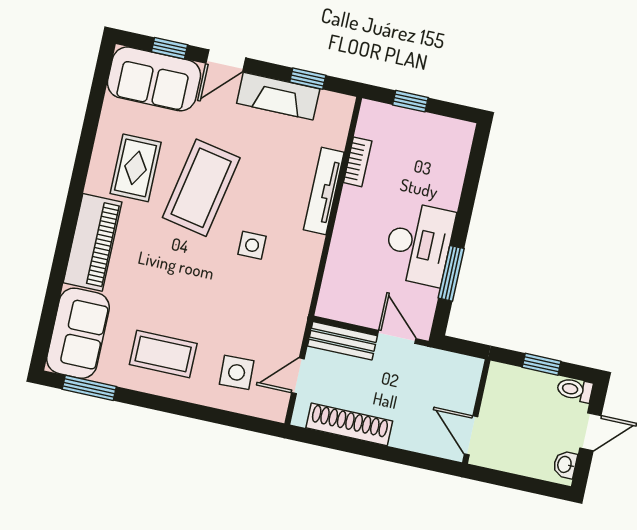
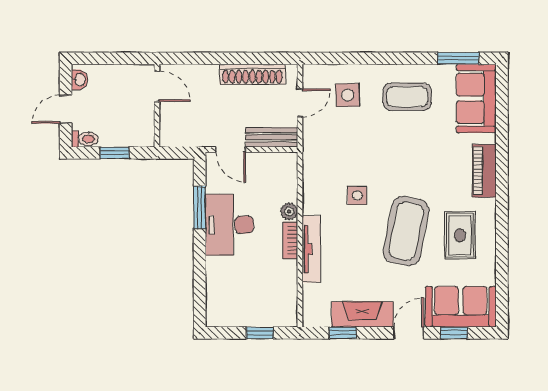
bookcase: (358, 162) -> (290, 240), moved
piano: (92, 242) -> (484, 171), width x0.73, depth x0.75
plant: (341, 244) -> (289, 211), added

